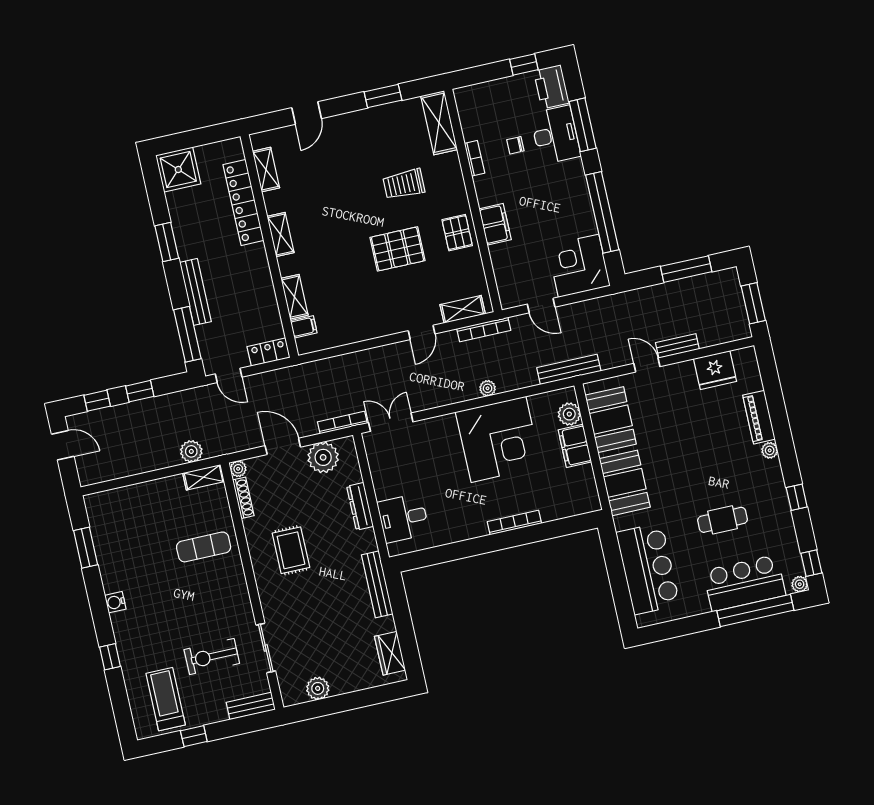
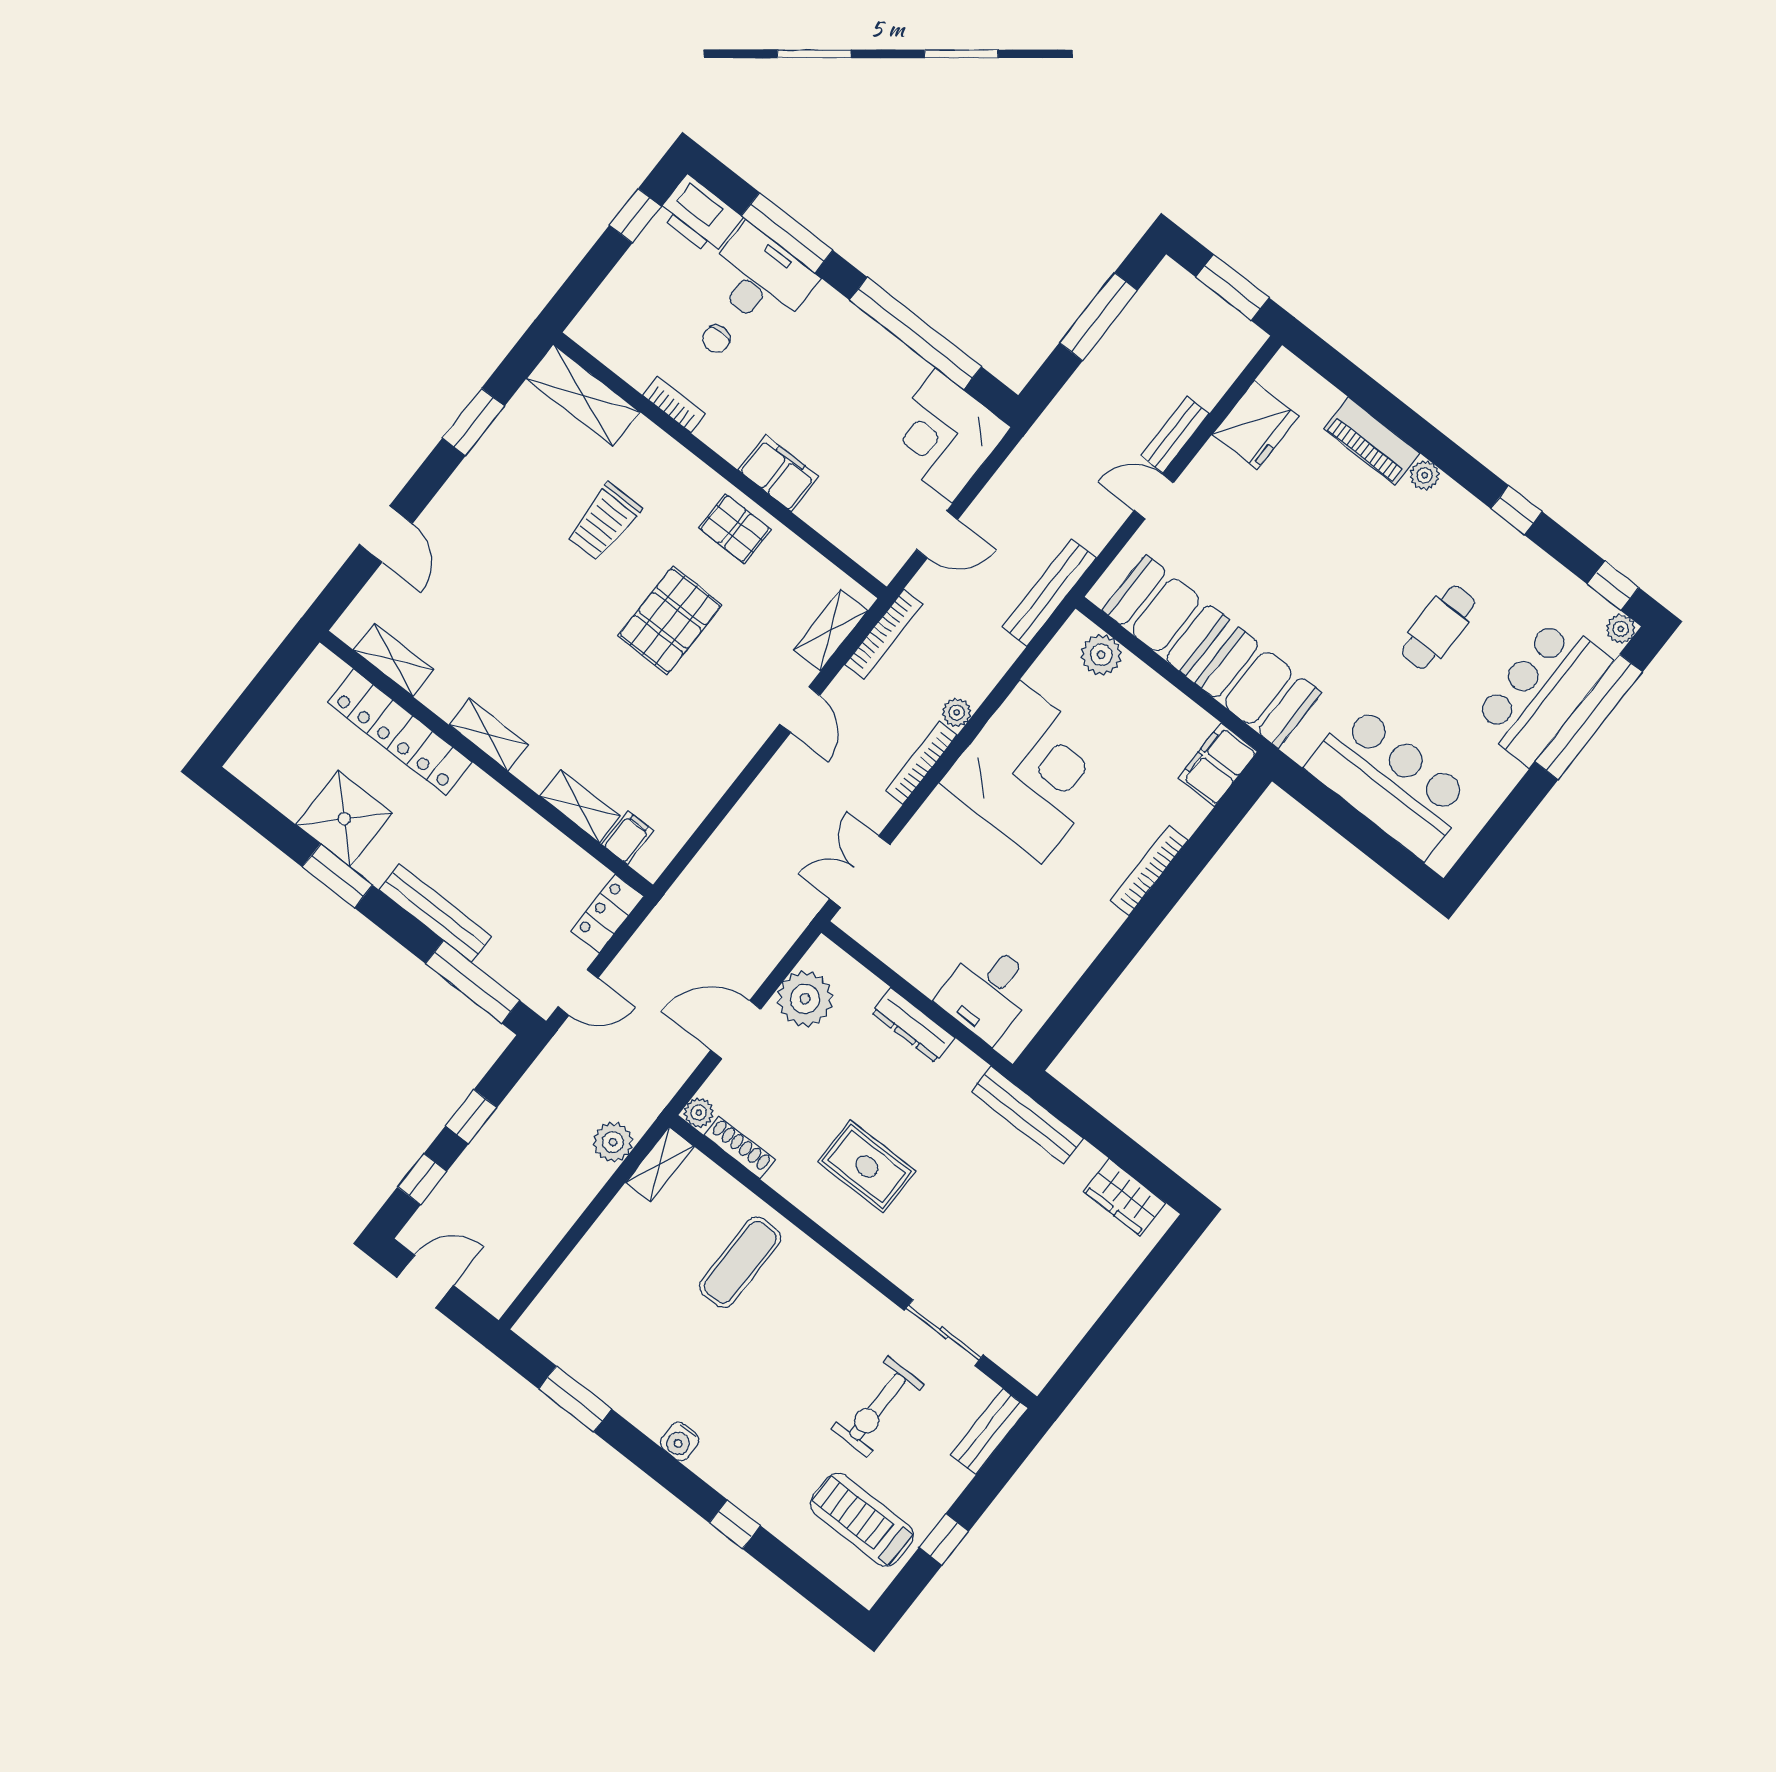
shower: (178, 170) -> (344, 819), moved
bookcase: (342, 423) -> (921, 763), moved
filing cabinet: (575, 446) -> (1218, 765), moved, turned 90
plant: (318, 688) -> (1063, 1330), removed

